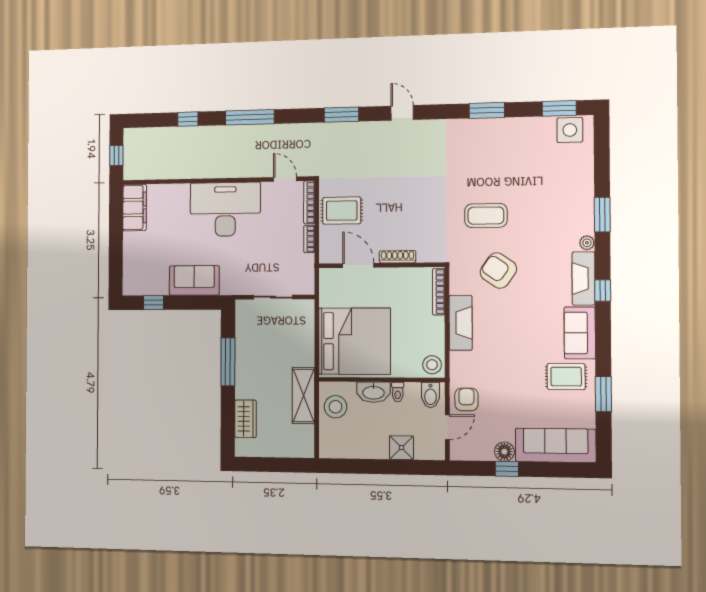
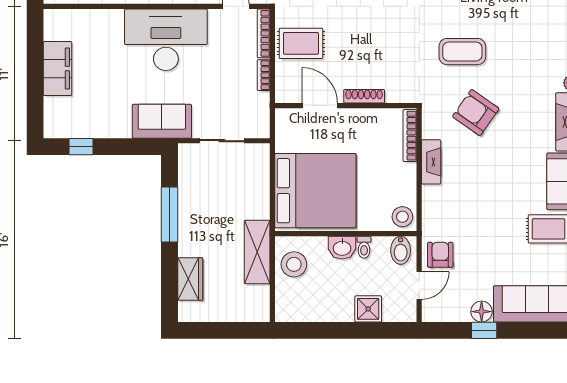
filing cabinet: (134, 208) -> (58, 69), moved
sofa: (194, 280) -> (162, 121), moved
fireplace: (461, 323) -> (431, 162), width x0.73, depth x0.76
washbasin: (373, 392) -> (342, 248), width x0.72

